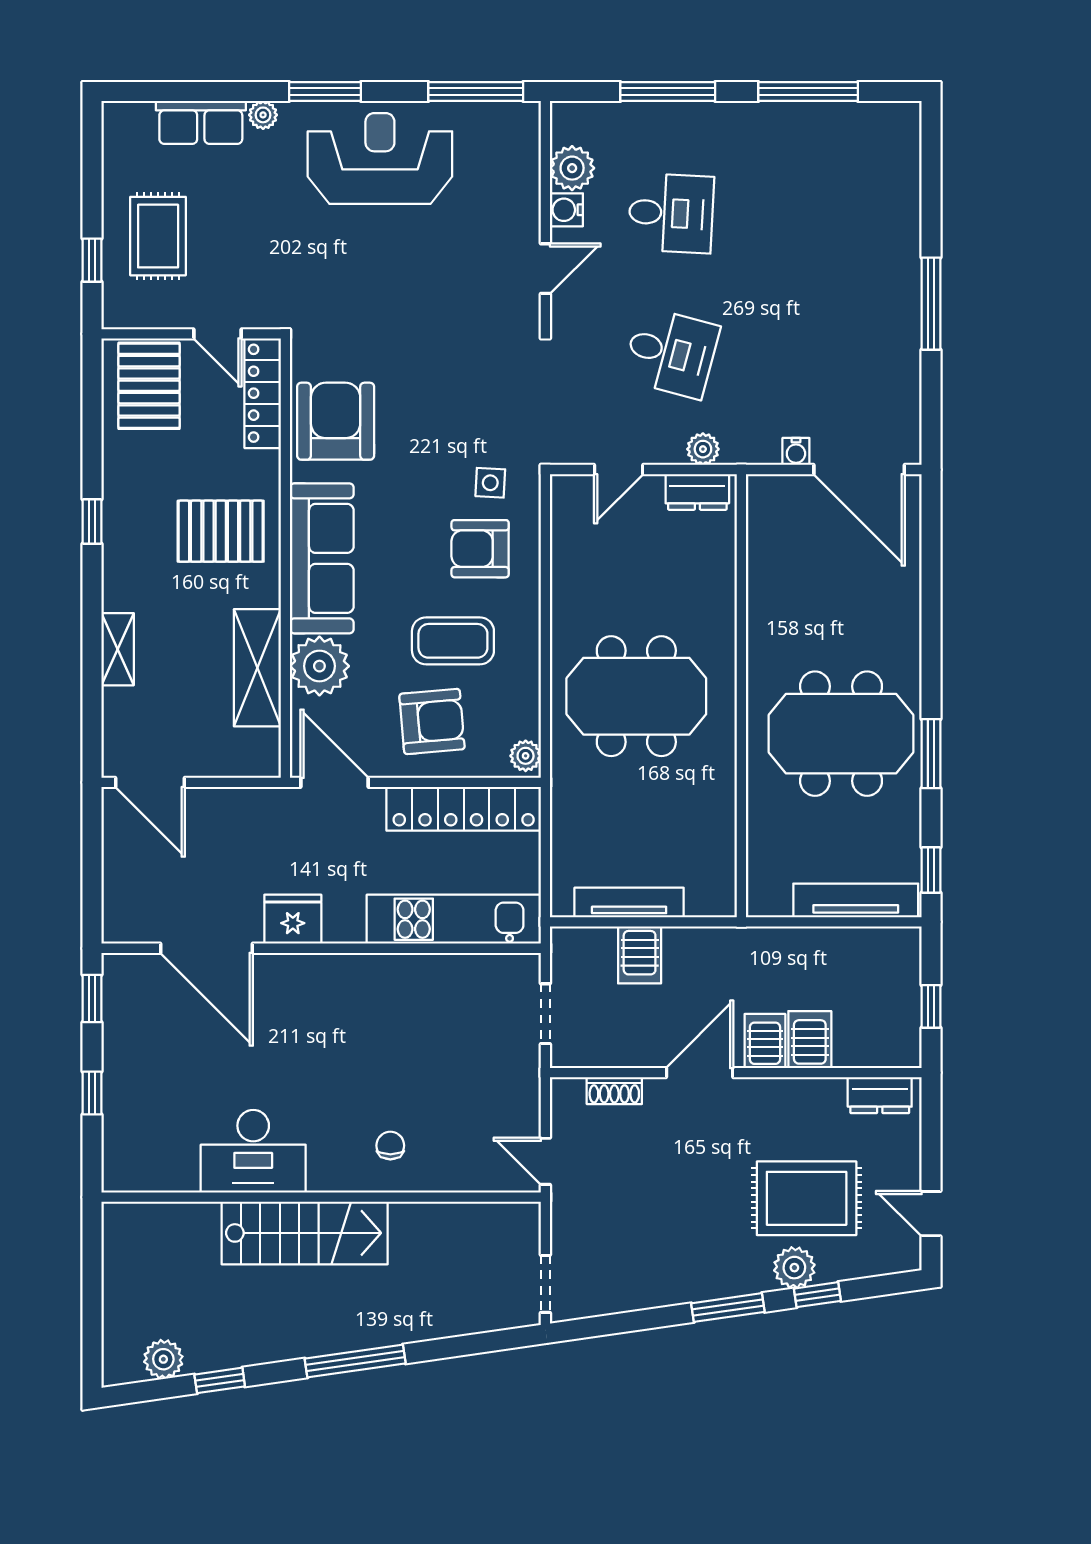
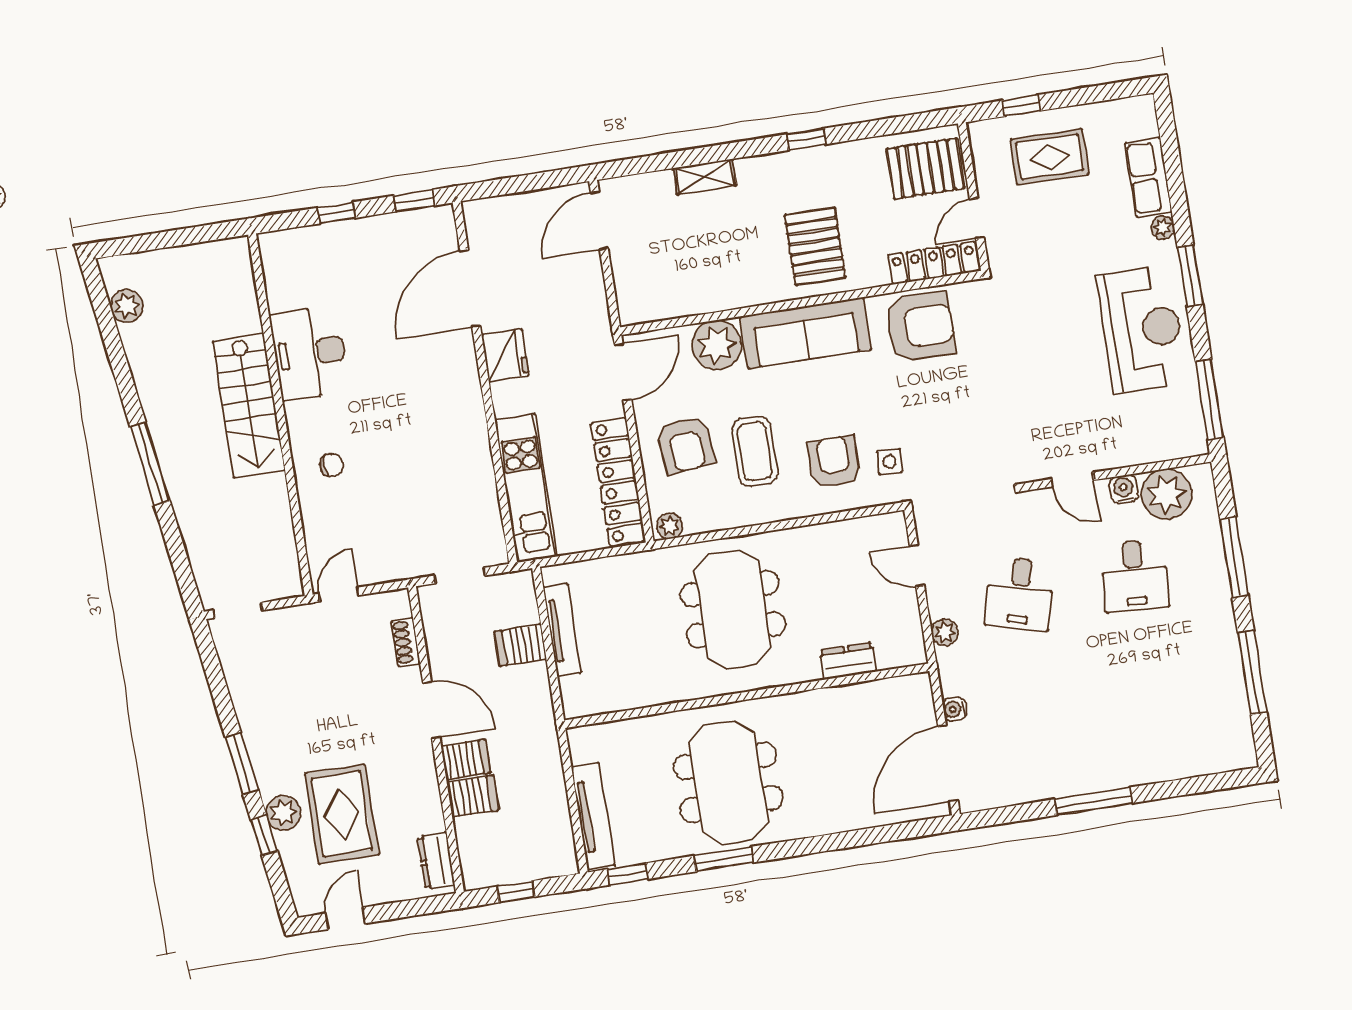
plant: (572, 168) -> (1166, 494), width x1.36, depth x1.36
dresser: (697, 492) -> (848, 661), moved, turned 90
shelving: (257, 668) -> (707, 294), removed
window: (220, 1380) -> (116, 355), removed

